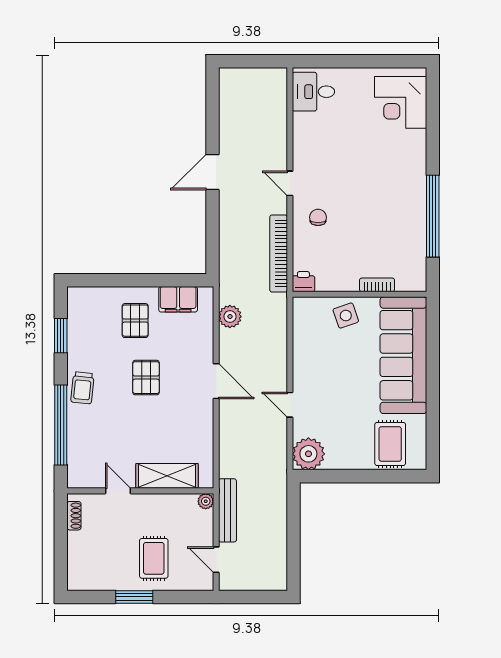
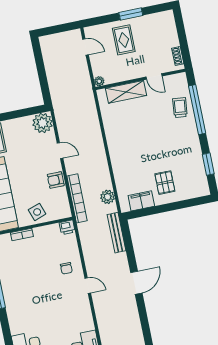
bookcase: (279, 254) -> (77, 198), moved
armchair: (306, 360) -> (56, 180), added
pallet: (146, 378) -> (151, 149), removed
door: (216, 381) -> (108, 156), removed
trolley: (82, 388) -> (180, 108), moved
bench: (227, 510) -> (117, 233), moved

